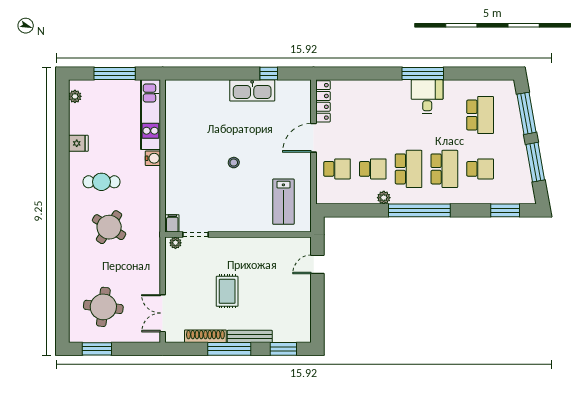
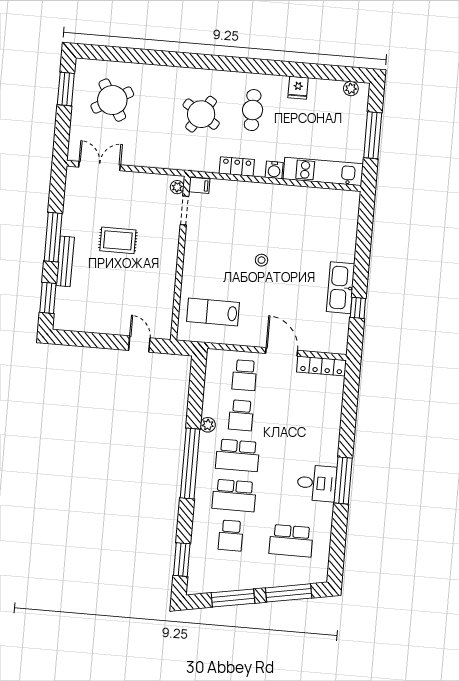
locker: (153, 192) -> (237, 167), added
round table: (103, 307) -> (112, 100), turned -37
shoe rack: (205, 336) -> (70, 212), removed

